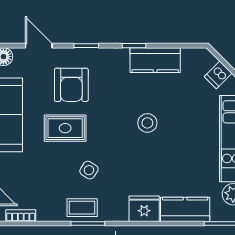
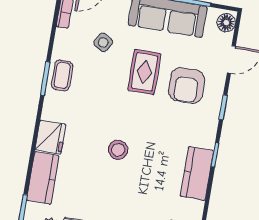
armchair: (71, 85) -> (187, 86), turned -90
stool: (147, 123) -> (118, 150), moved
side table: (89, 170) -> (103, 42), moved

